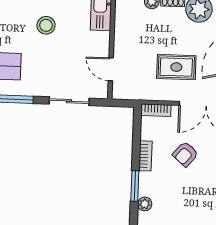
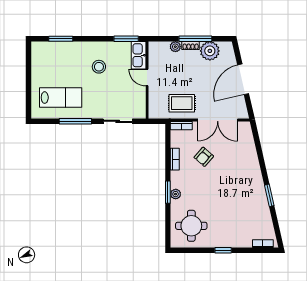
rug: (176, 67) -> (182, 103), moved
door: (111, 69) -> (147, 78), moved
window: (135, 186) -> (168, 192), moved

